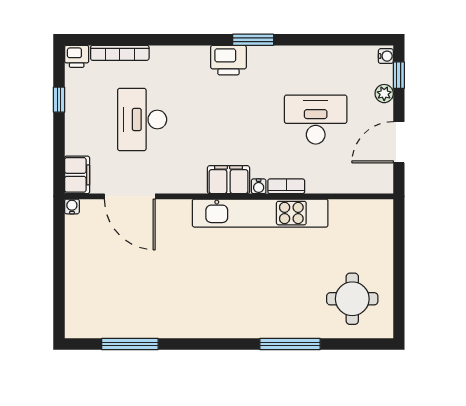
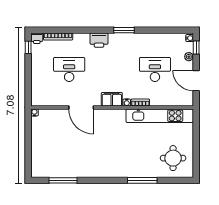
printer: (228, 60) -> (99, 40), moved
window: (59, 100) -> (28, 47), moved
desk: (142, 120) -> (69, 69), turned 90
door: (399, 142) -> (196, 81), hinge flipped
filing cabinet: (77, 175) -> (37, 97), removed
door: (130, 196) -> (81, 107), moved
kitchen unit: (260, 213) -> (160, 116), moved

